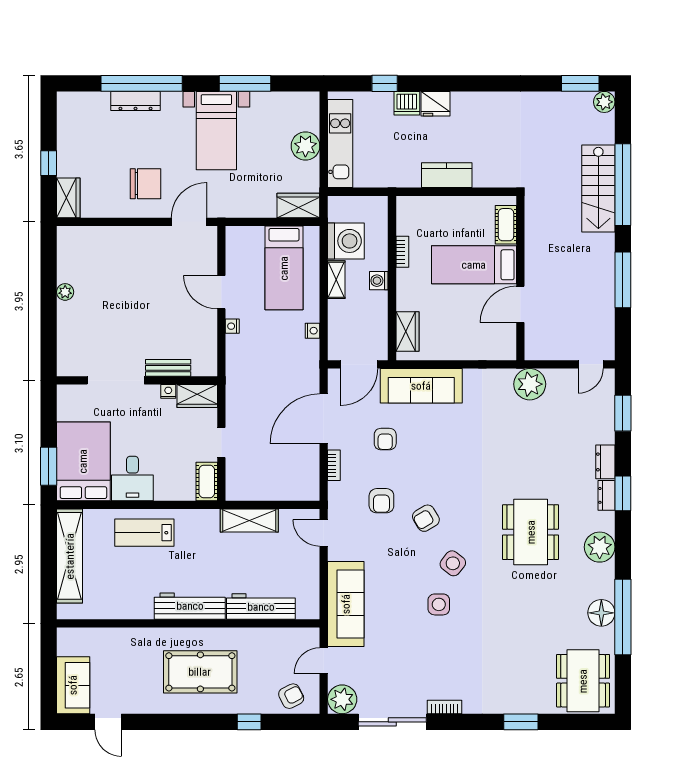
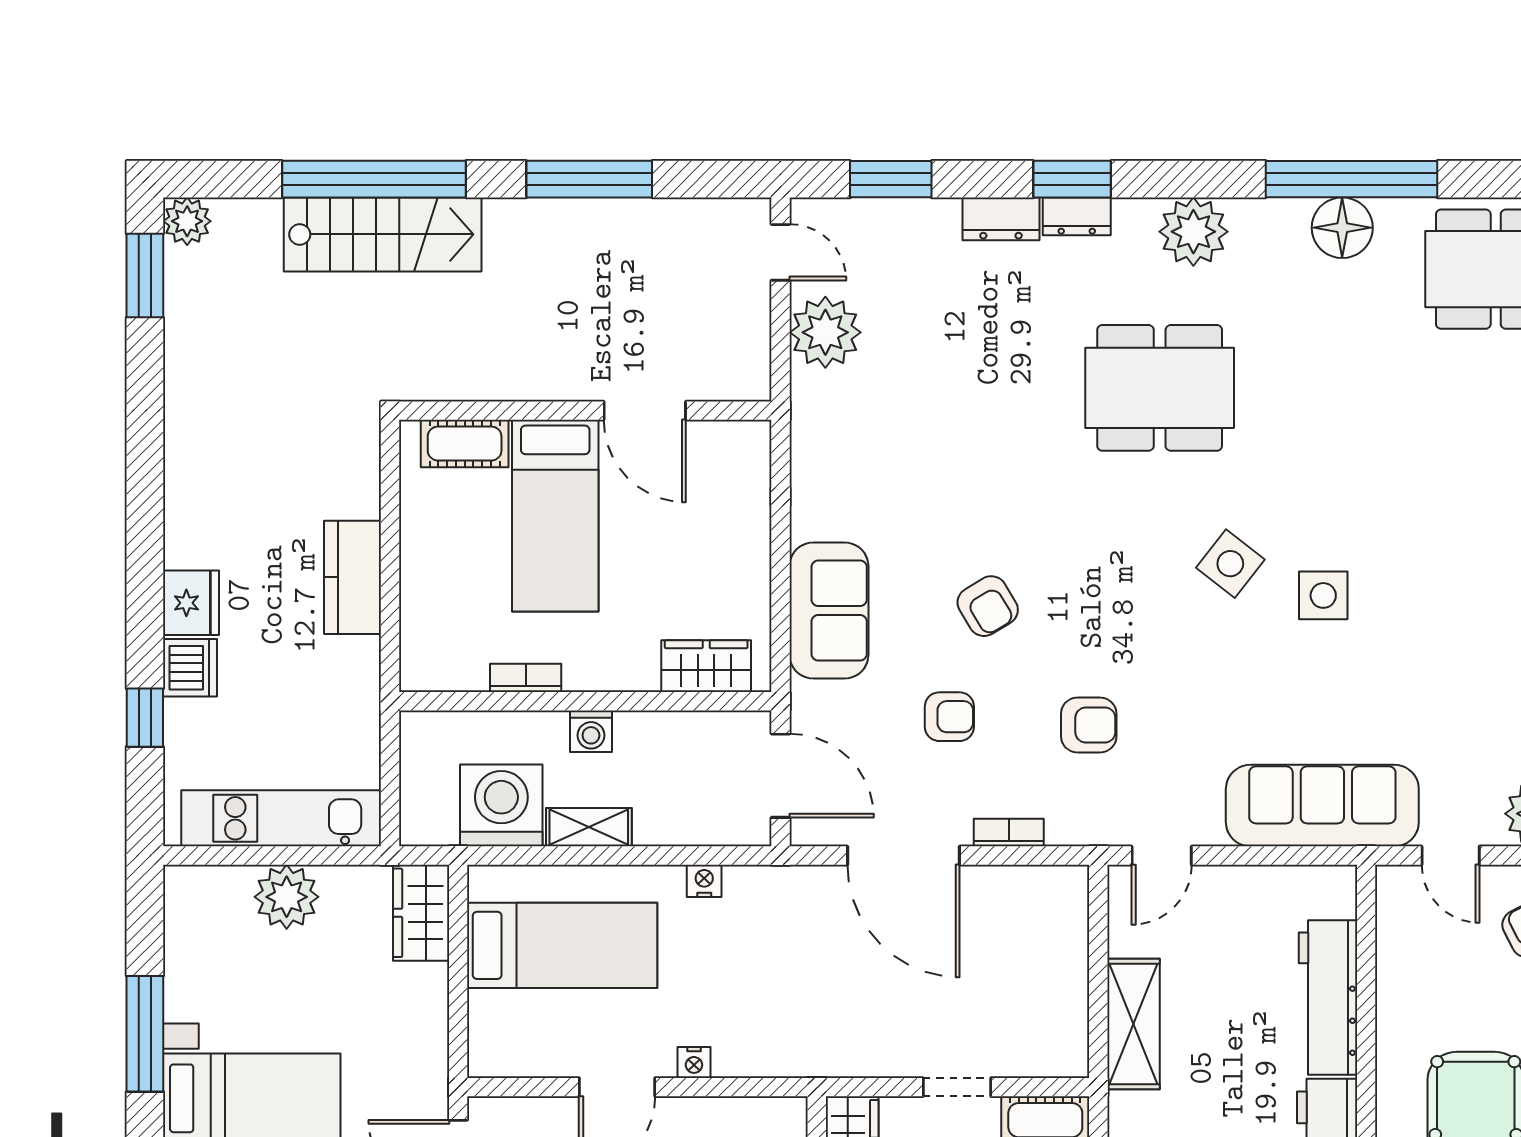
plant: (530, 384) -> (825, 332), moved
sofa: (421, 386) -> (829, 611), width x0.73
armchair: (426, 518) -> (988, 606), moved

